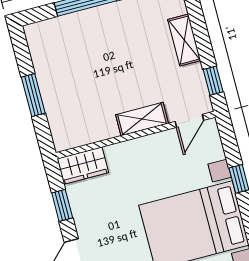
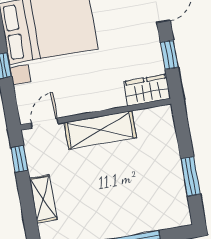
window: (33, 95) -> (191, 176), moved
shelving: (142, 119) -> (100, 130), width x1.50, depth x1.33

